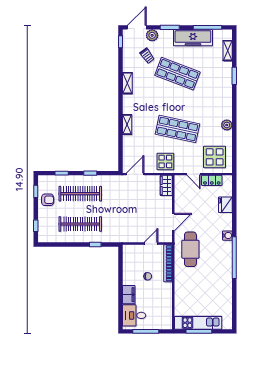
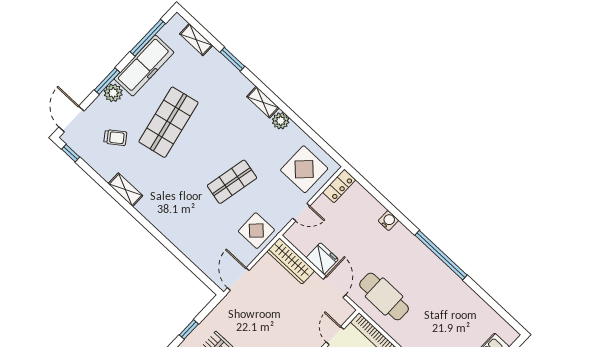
plant: (152, 35) -> (113, 93), moved
shop shelf: (177, 74) -> (168, 122), turned -33
shelving: (127, 125) -> (263, 102), moved
shop shelf: (177, 129) -> (232, 182), width x0.70, depth x0.74
locker: (212, 180) -> (339, 186), moved
wardrobe: (166, 185) -> (291, 261), width x1.50
fridge: (225, 205) -> (322, 259), moved, turned 180
water cooler: (227, 236) -> (388, 221), moved

